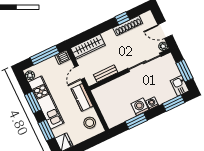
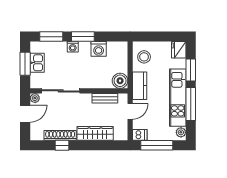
door: (165, 30) -> (25, 114), hinge flipped
wardrobe: (88, 47) -> (95, 133), moved
kitchen sink: (180, 86) -> (37, 63), moved
boiler: (100, 94) -> (120, 81), added
window: (33, 102) -> (191, 104), width x1.44
washing machine: (140, 107) -> (99, 49), moved
window: (136, 121) -> (83, 37), moved

